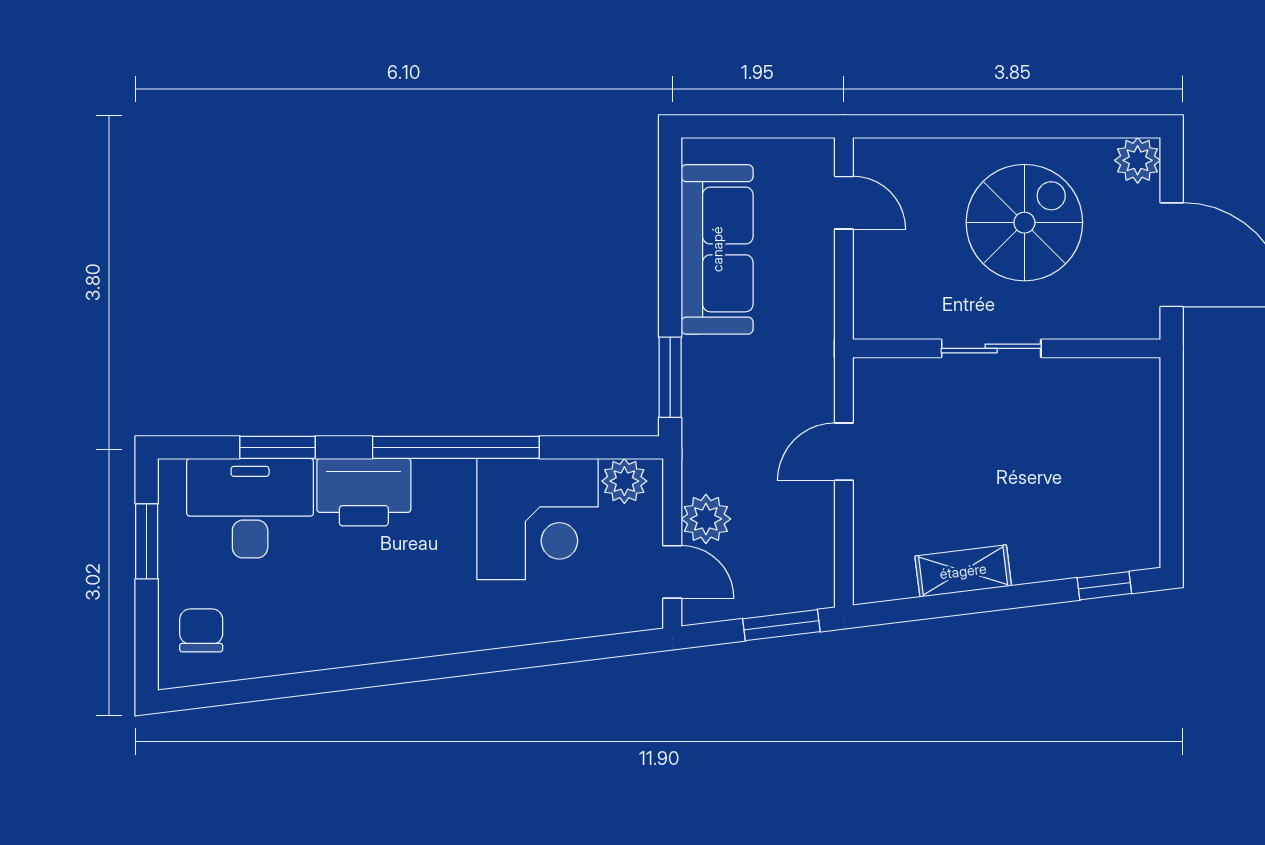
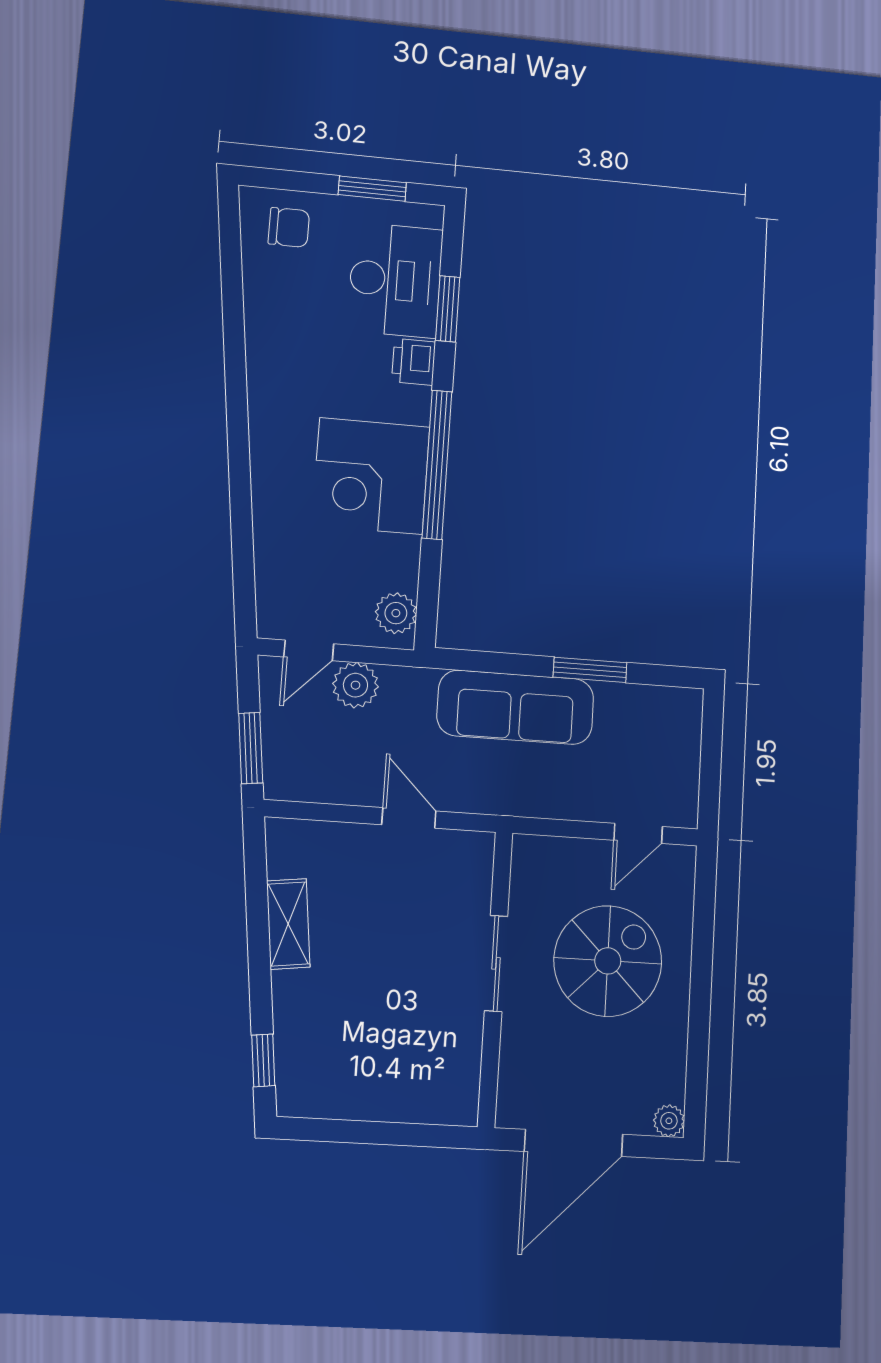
plant: (1138, 160) -> (669, 1121), width x0.73, depth x0.73
spiral stairs: (1024, 223) -> (608, 961), moved, turned -90
sofa: (717, 249) -> (515, 707), moved
window: (670, 377) -> (590, 670), moved
printer: (364, 492) -> (414, 362), width x0.53, depth x0.68
corner desk: (538, 519) -> (371, 476), moved

